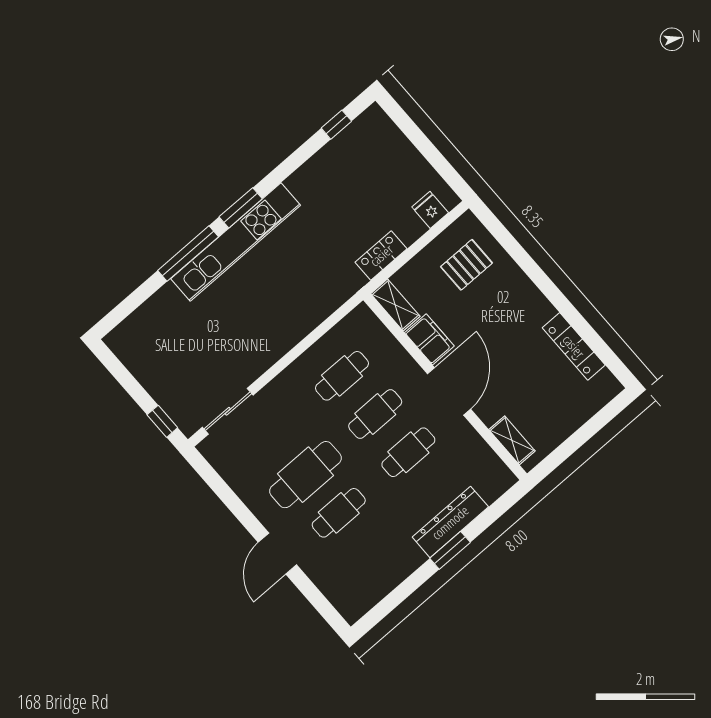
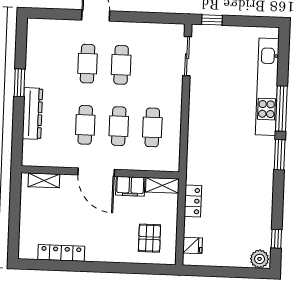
plant: (376, 122) -> (260, 259), added
kitchen unit: (236, 242) -> (267, 87), moved
cafe table: (306, 475) -> (121, 65), width x0.73, depth x0.74
window: (450, 550) -> (20, 83), moved

